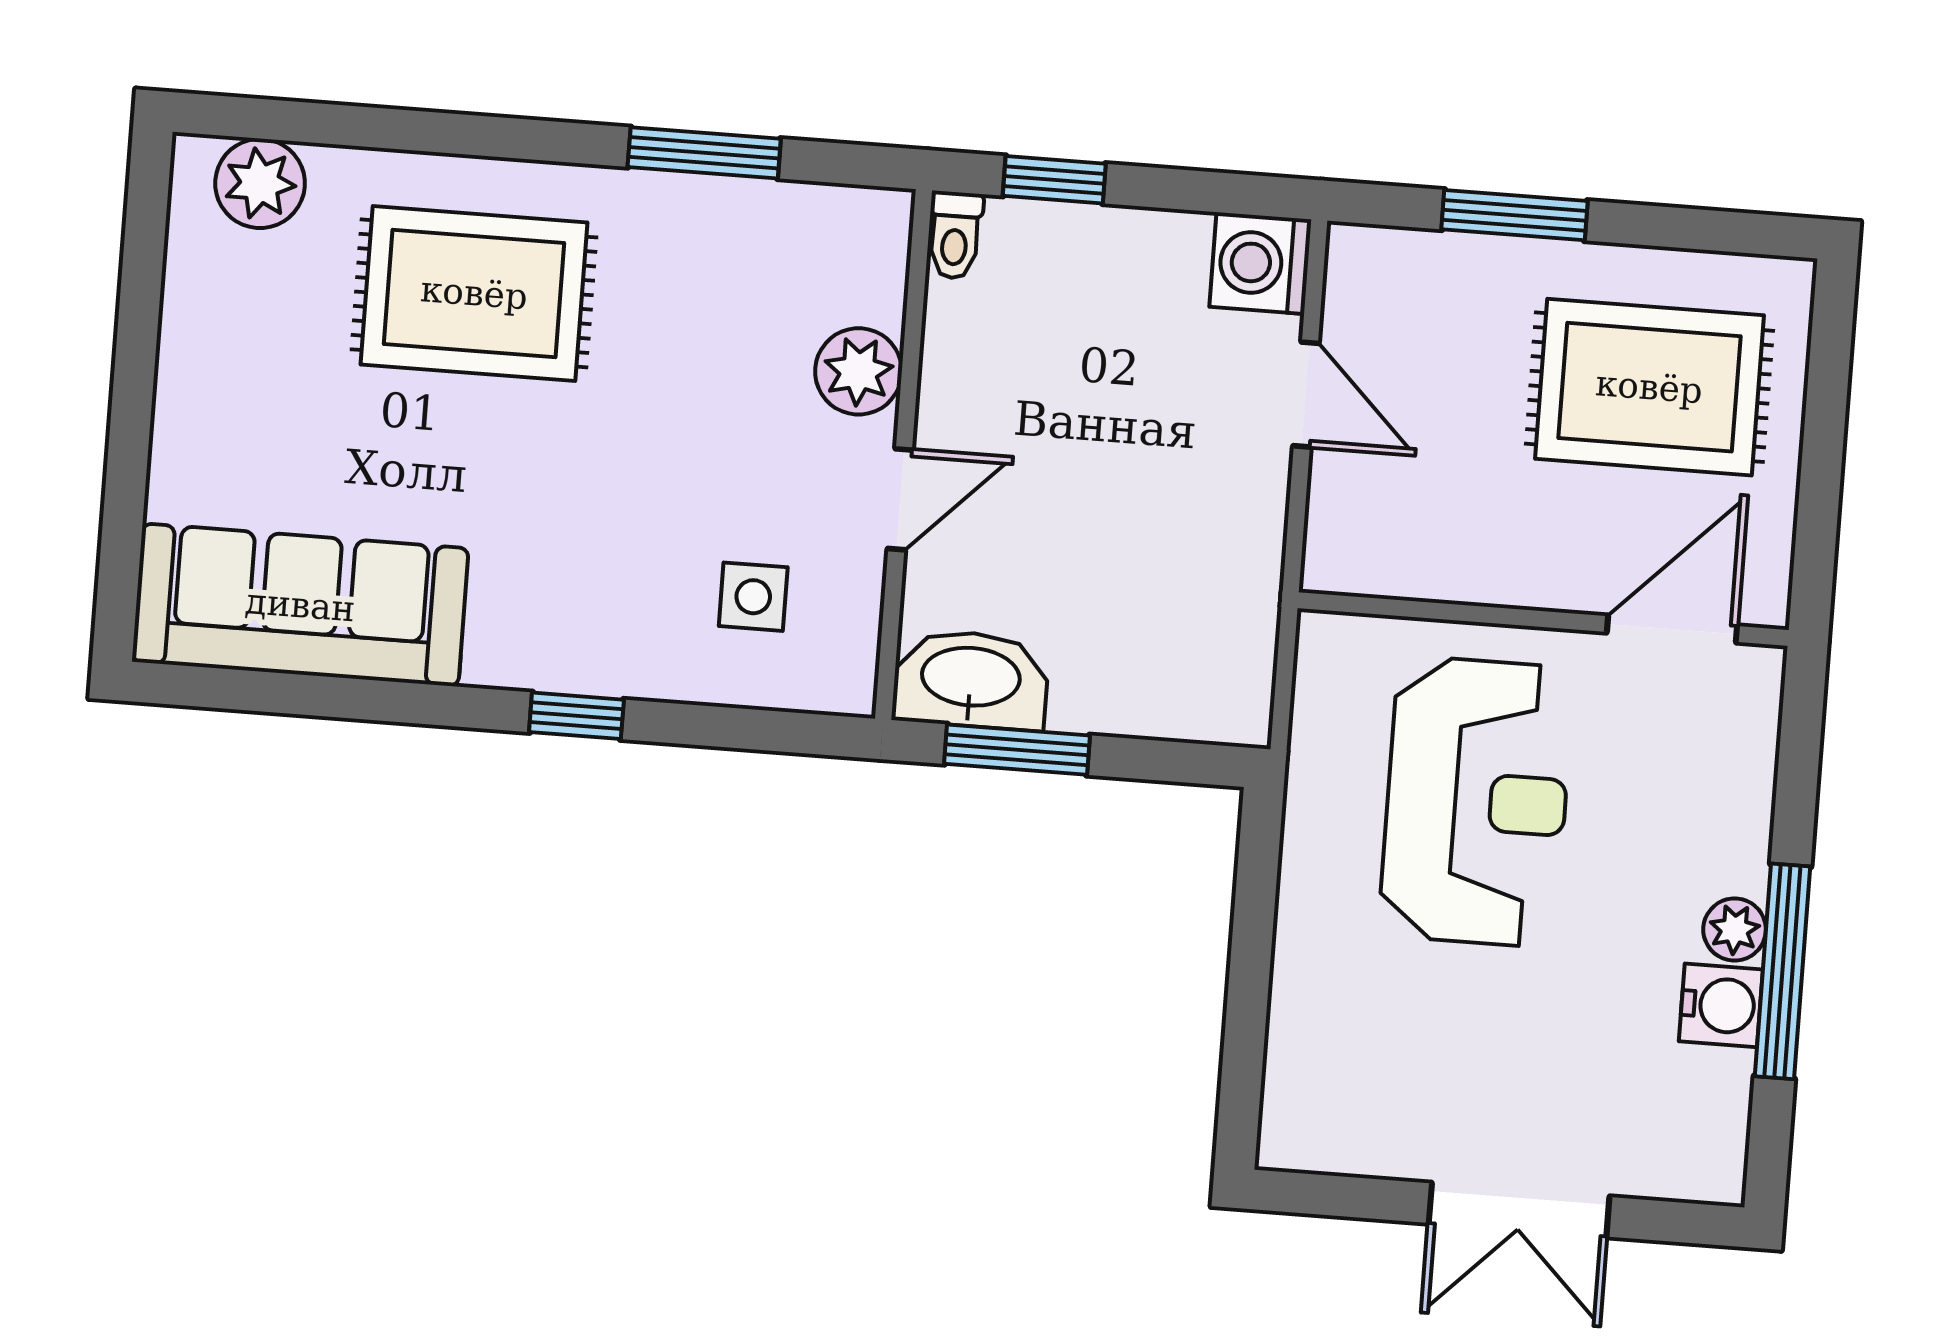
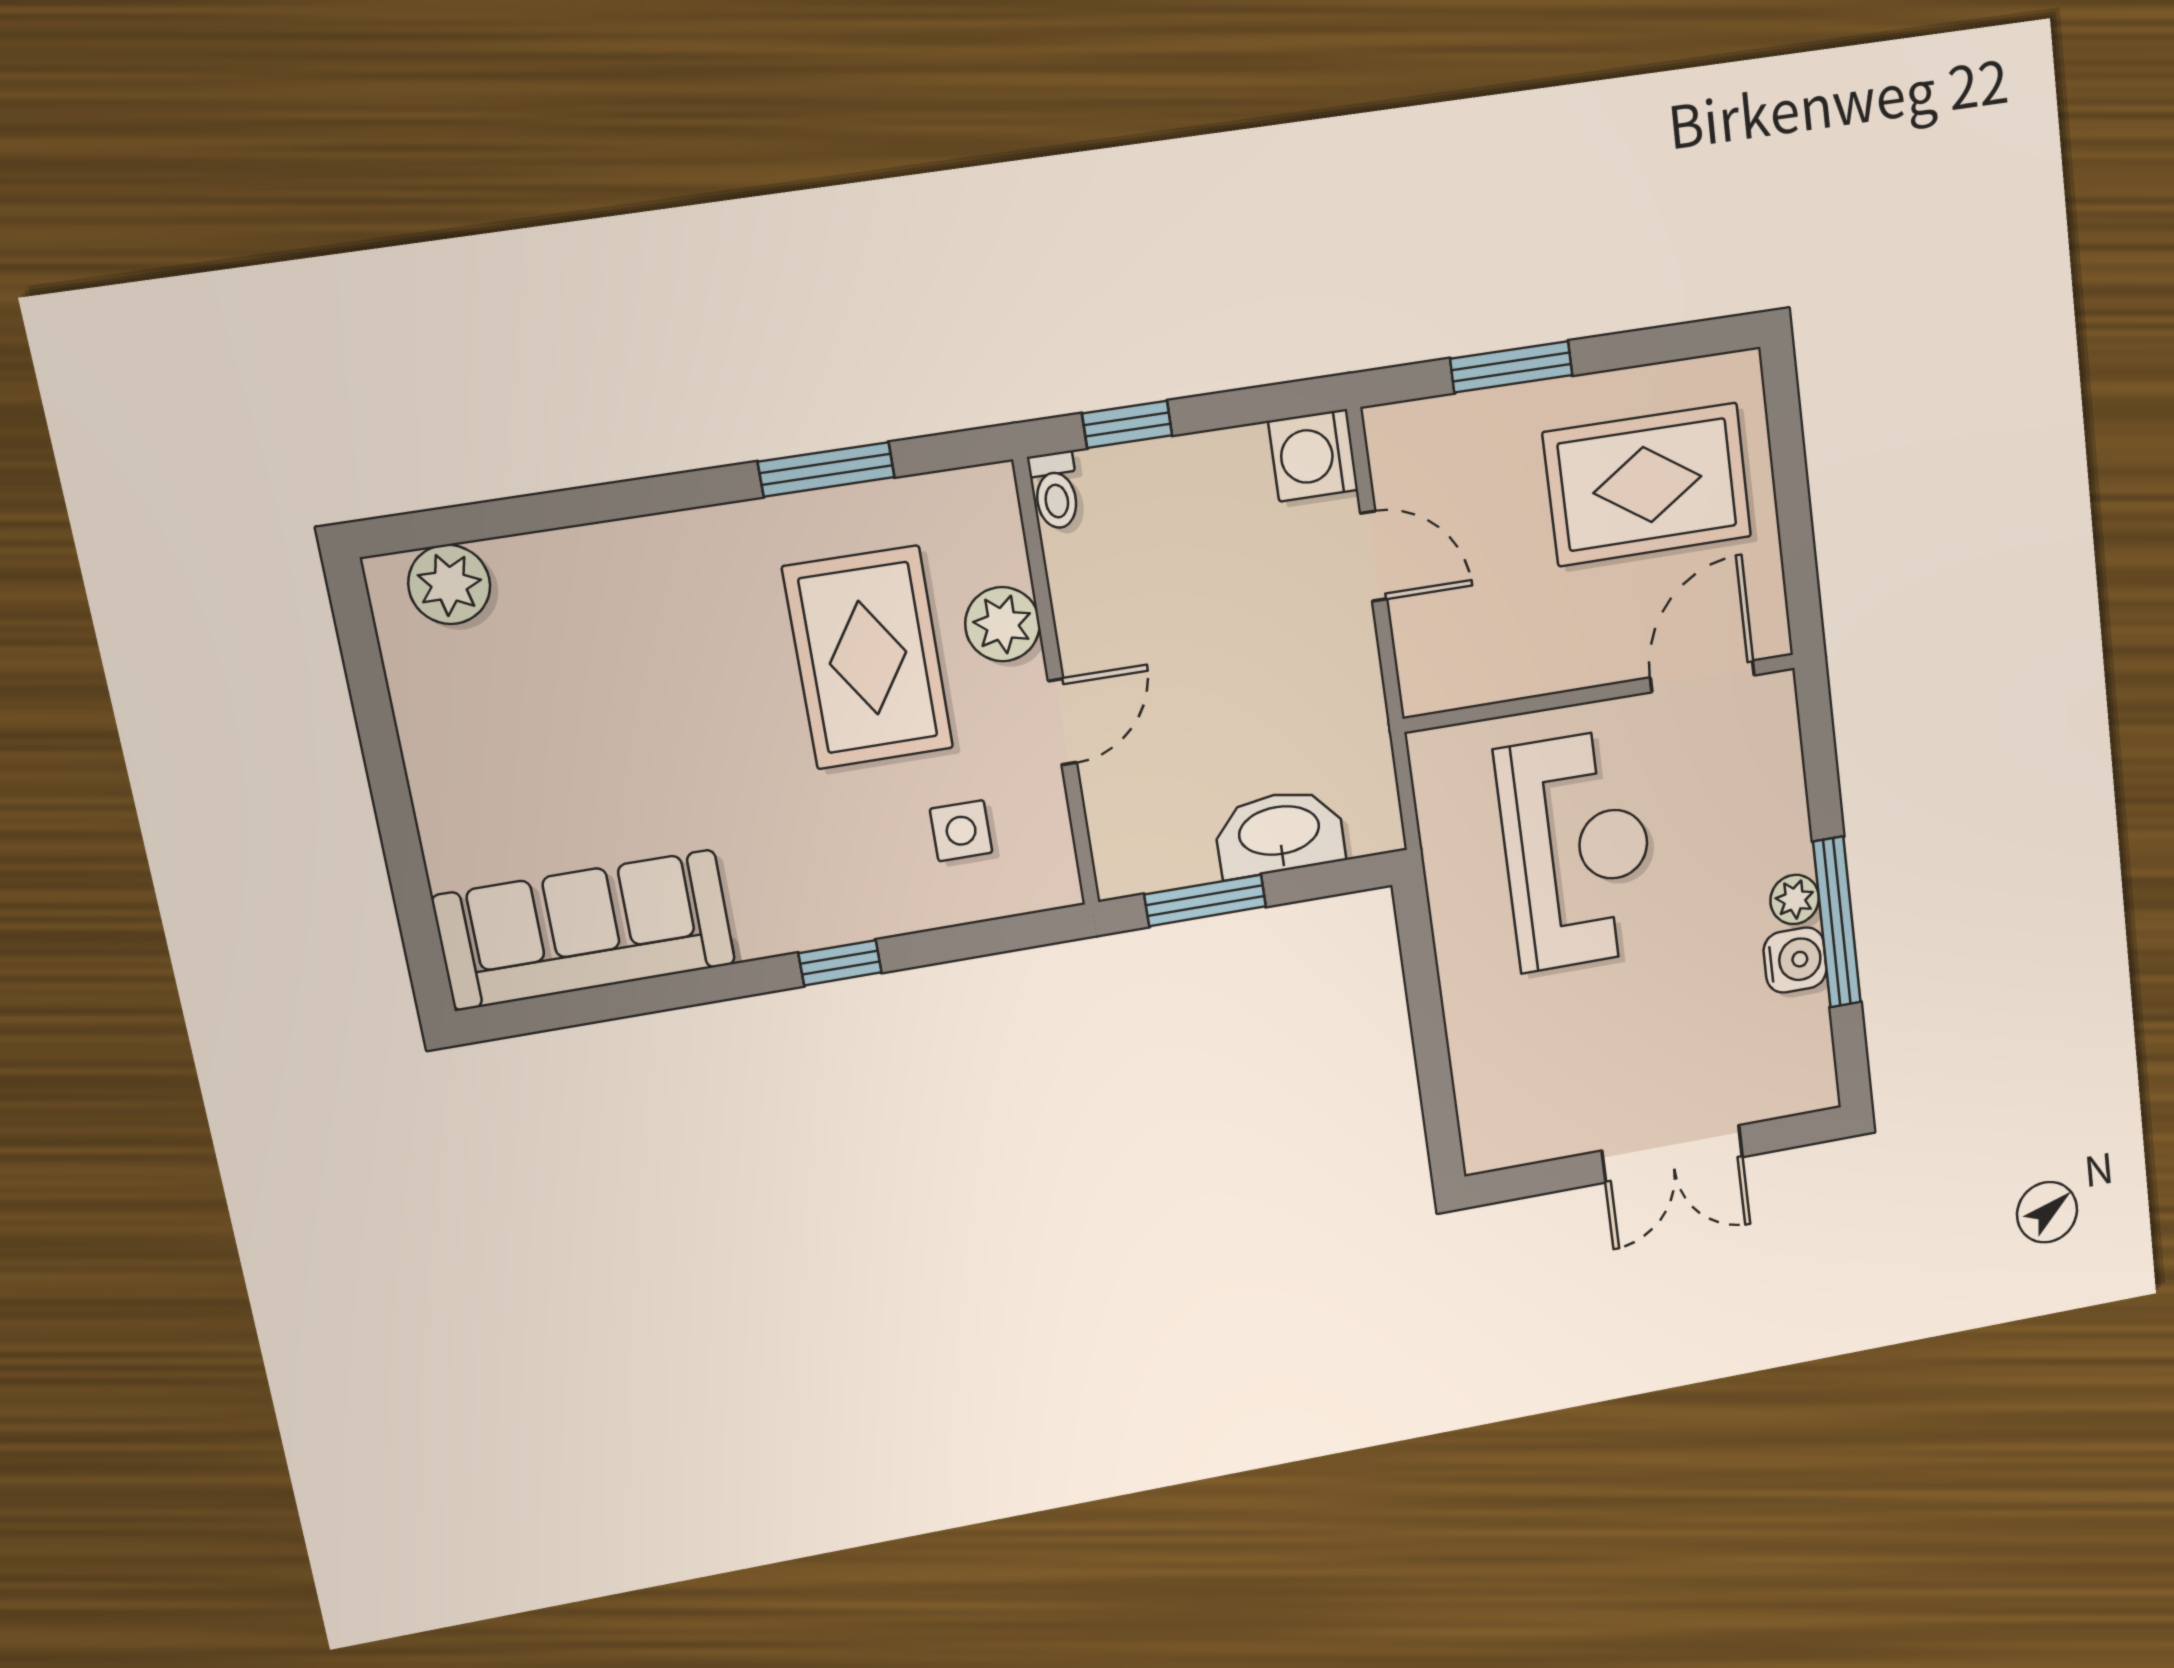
rug: (474, 293) -> (868, 658), moved, turned 90
washbasin: (971, 679) -> (1279, 833), moved

